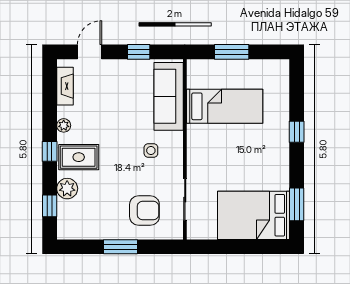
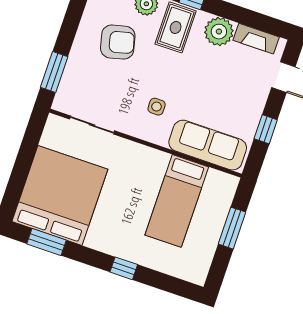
plant: (64, 125) -> (219, 32), width x1.87, depth x1.87
armchair: (144, 211) -> (118, 42), moved, turned -104
bed: (254, 215) -> (60, 195), width x1.36
window: (120, 247) -> (54, 72), moved

